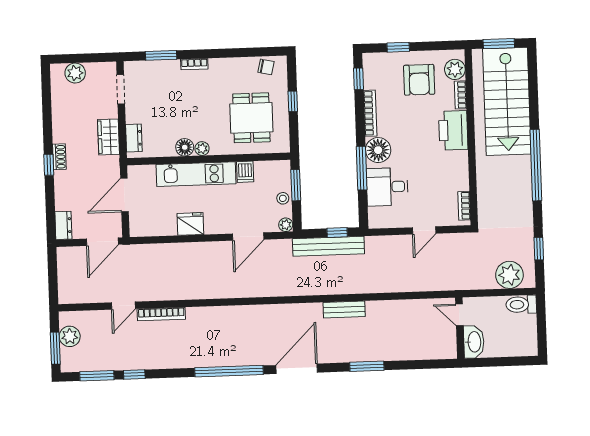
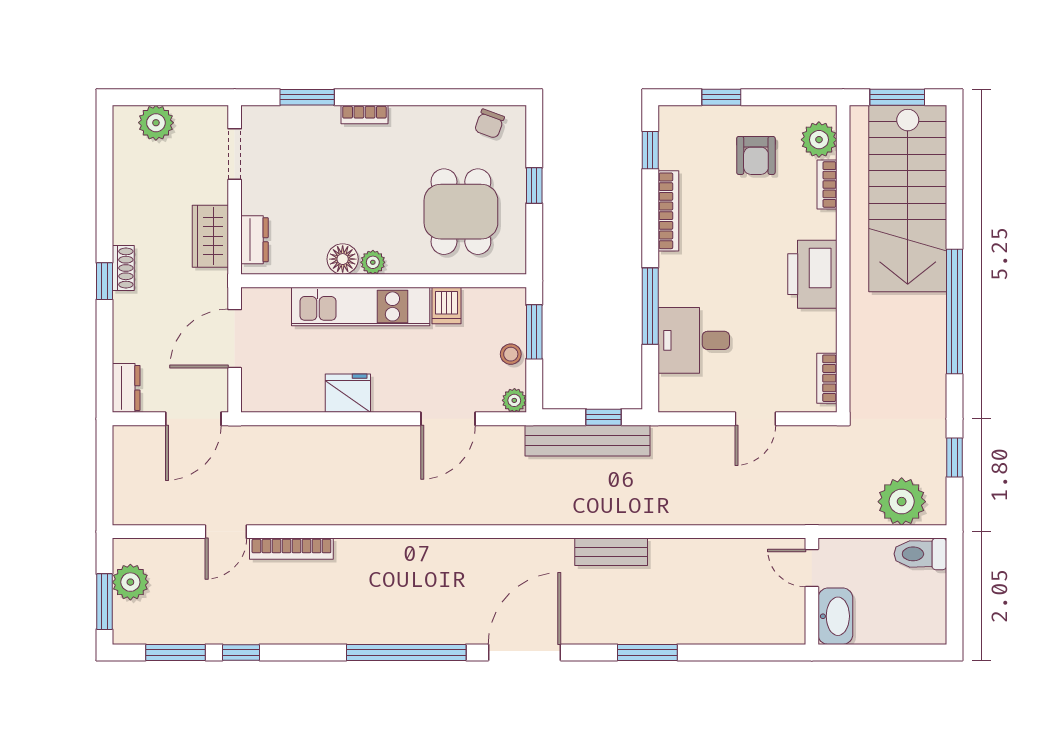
chair: (266, 67) -> (489, 124), turned 97
armchair: (419, 80) -> (756, 155), width x0.72, depth x0.72
printer: (453, 130) -> (812, 274), moved
floor lamp: (378, 150) -> (680, 276), removed

